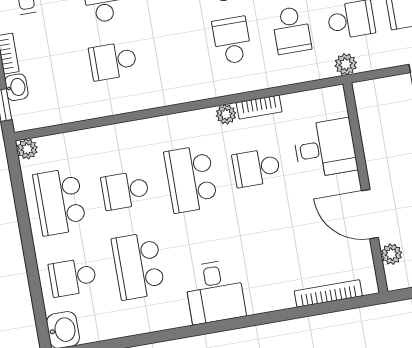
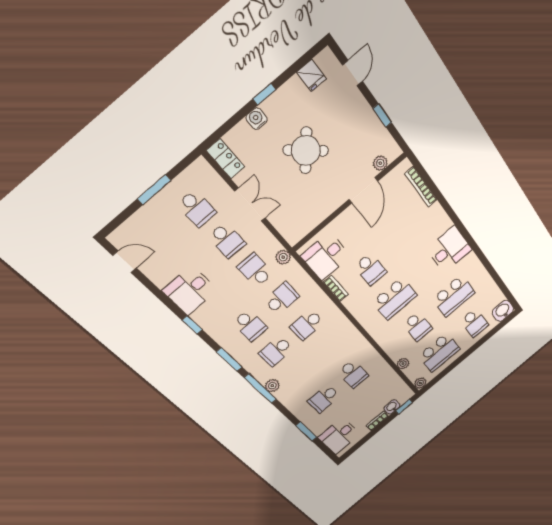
plant: (226, 114) -> (403, 364), moved
desk: (325, 148) -> (326, 256), moved, turned -90

